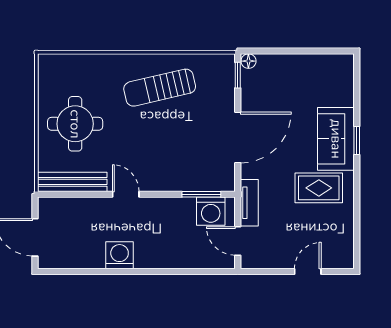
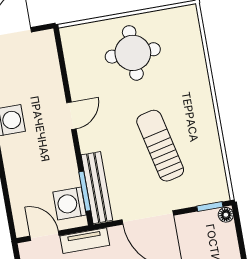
sun lounger: (160, 88) -> (160, 146), moved
bench: (72, 182) -> (97, 188), moved
door: (238, 241) -> (45, 236), hinge flipped

